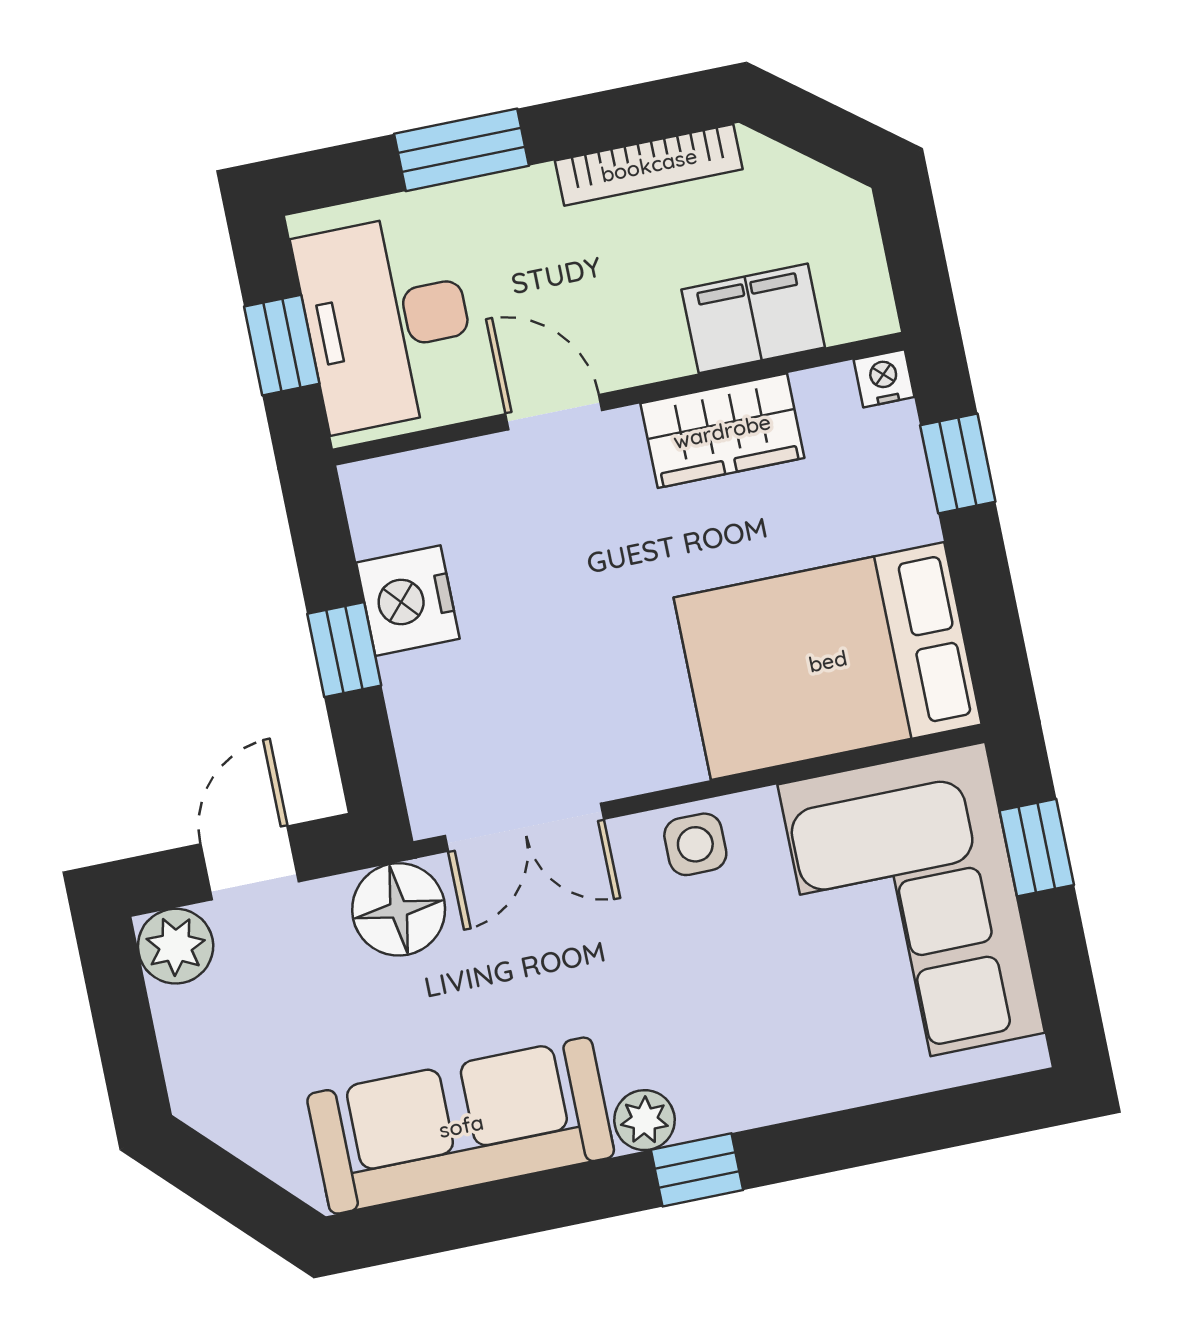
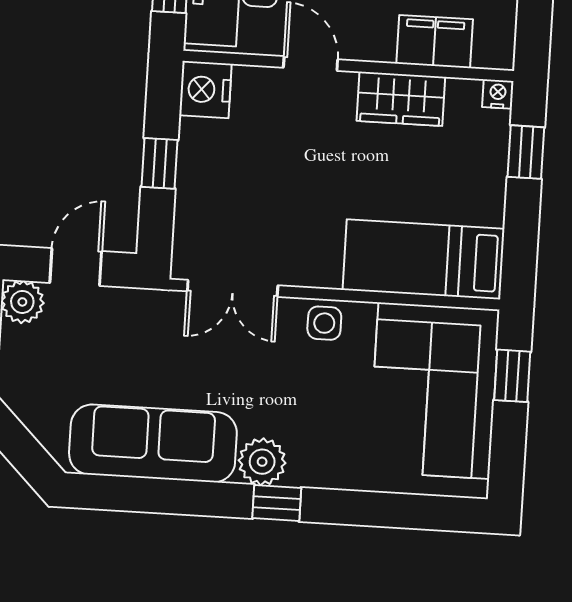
nightstand: (408, 601) -> (205, 90), moved
bed: (828, 661) -> (424, 259), width x0.67
floor lamp: (399, 909) -> (151, 315), removed
plant: (645, 1120) -> (262, 462), width x1.38, depth x1.38

